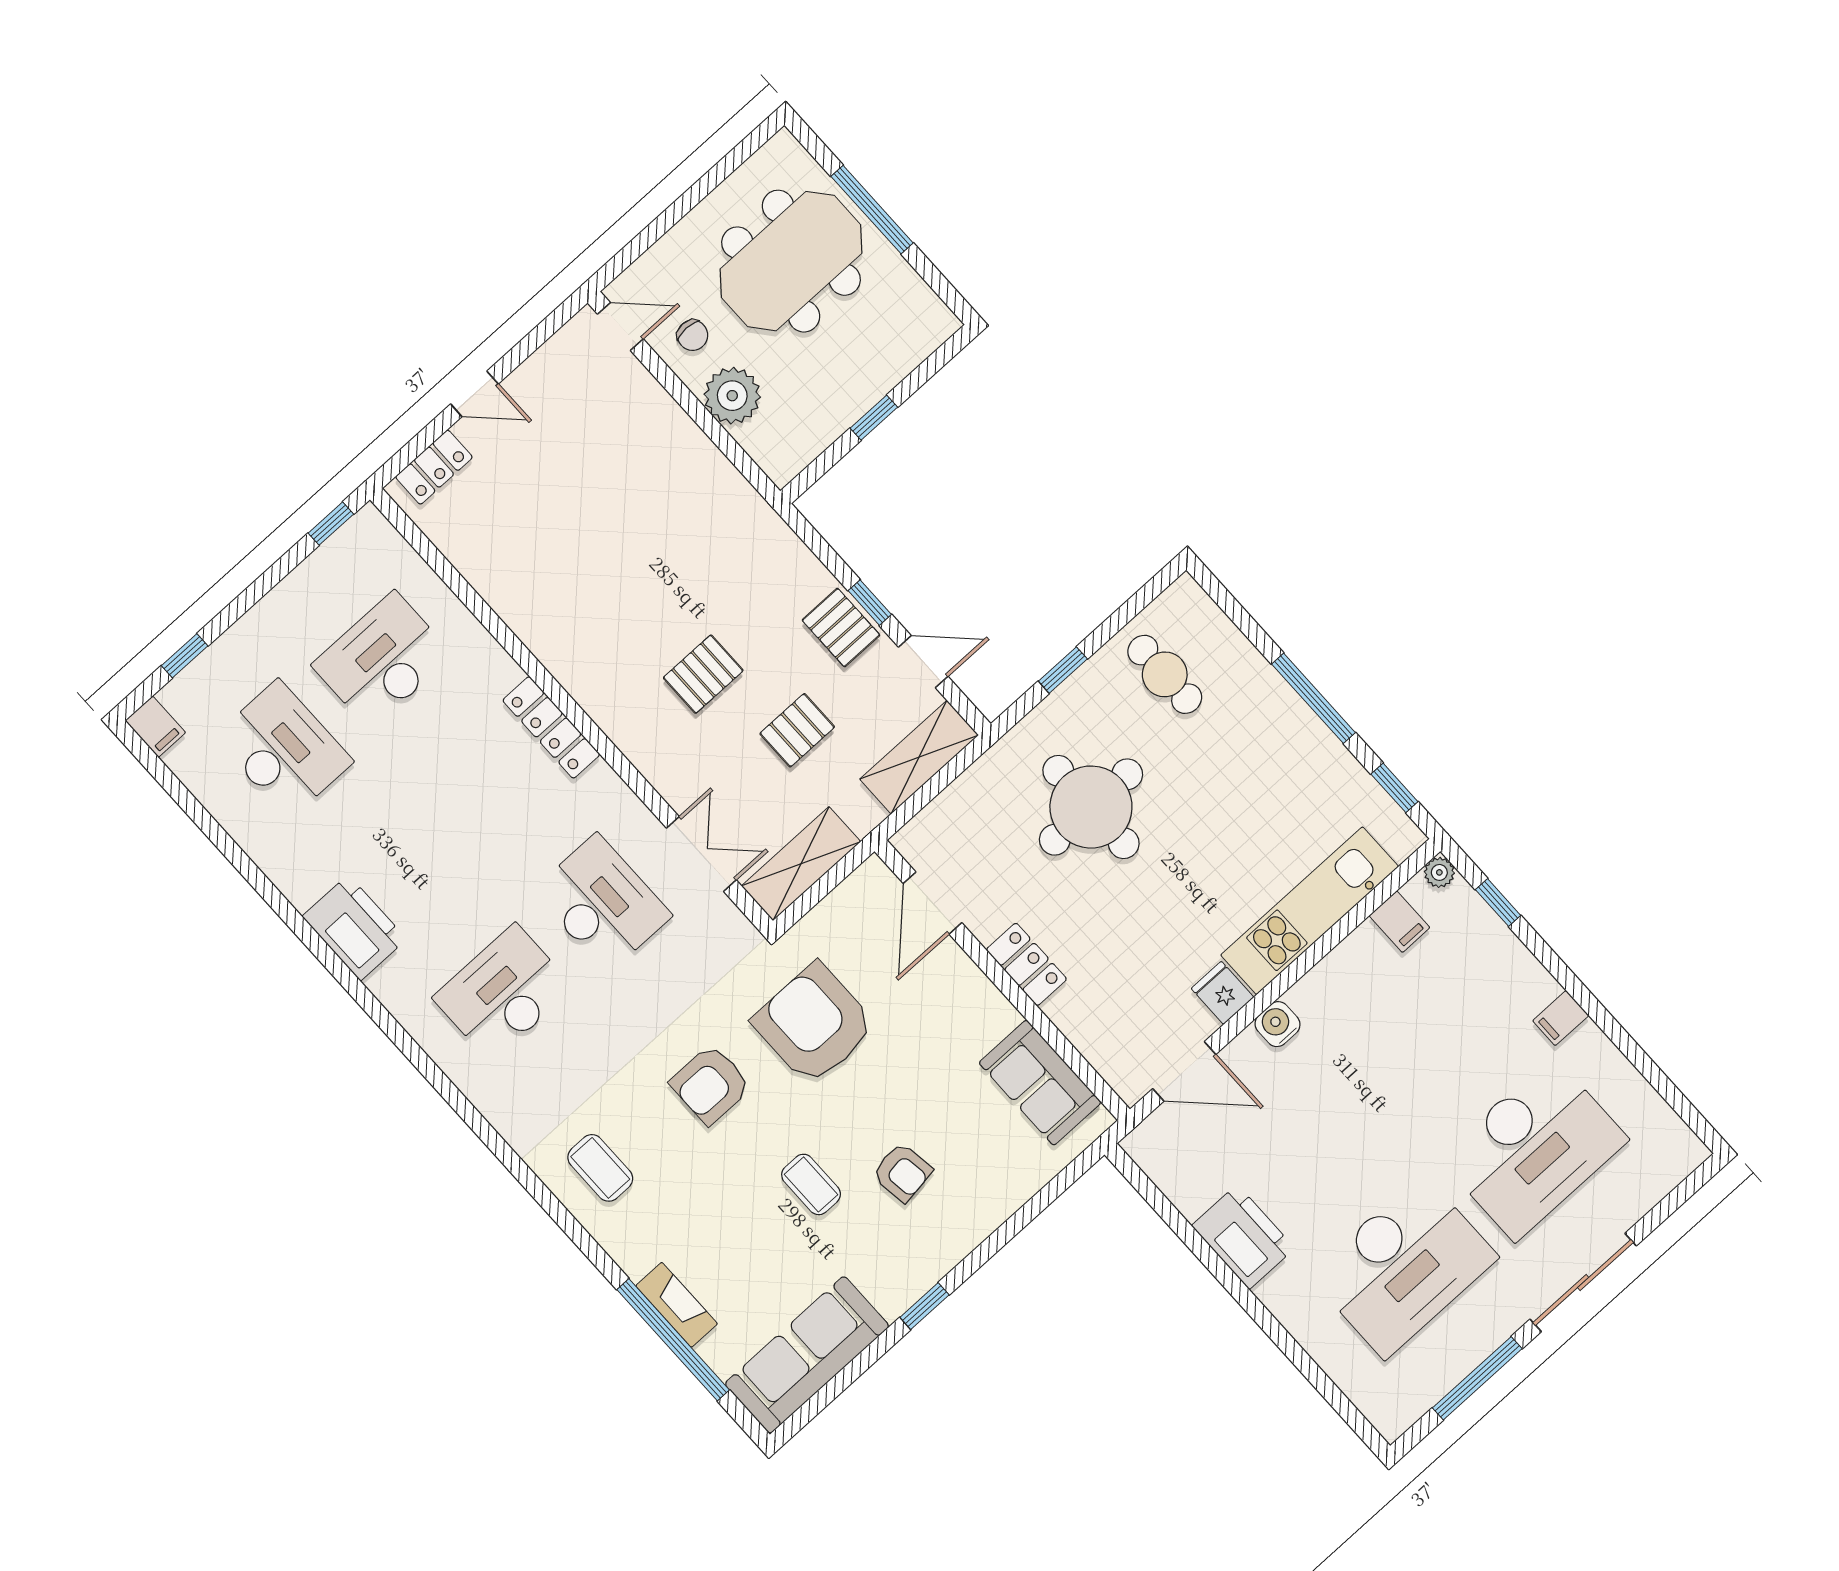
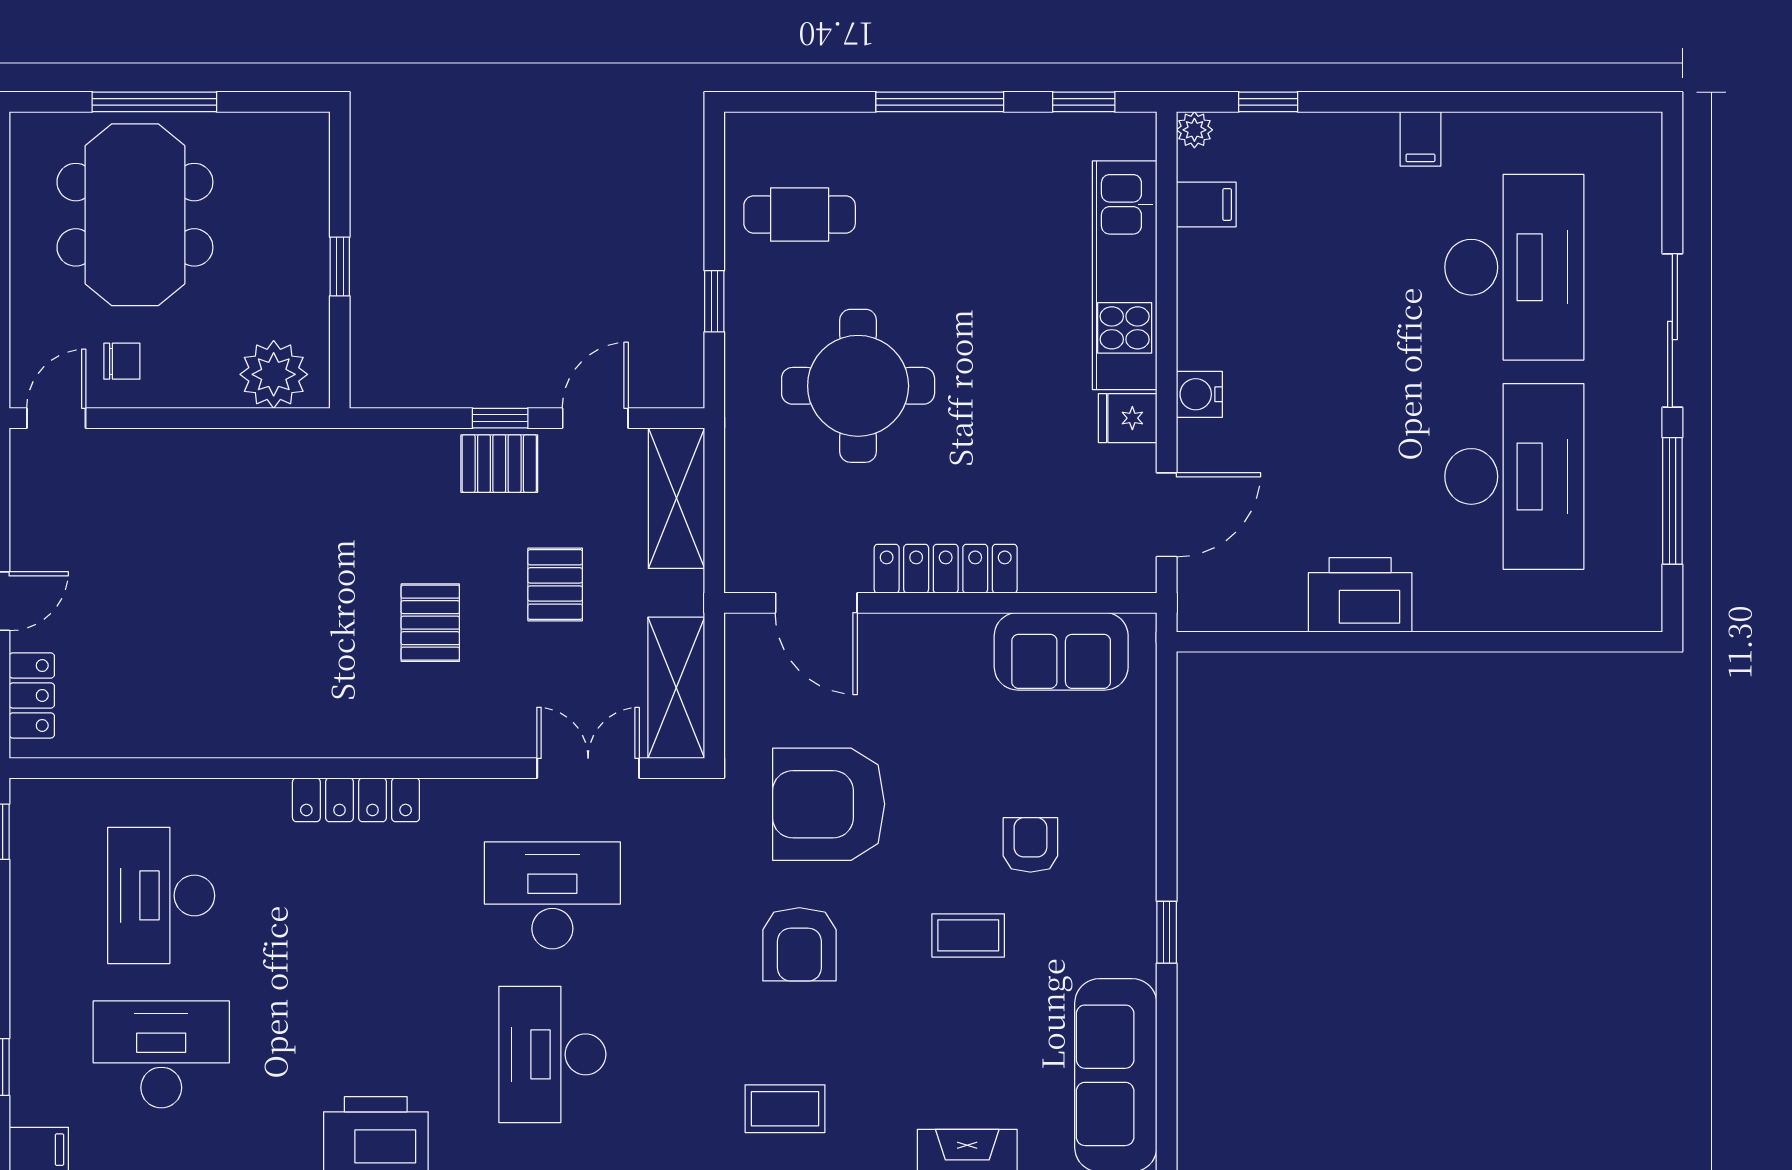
plant: (732, 396) -> (274, 374), moved
locker: (1026, 964) -> (946, 569), width x1.53
armchair: (902, 1172) -> (1030, 845), turned -82

